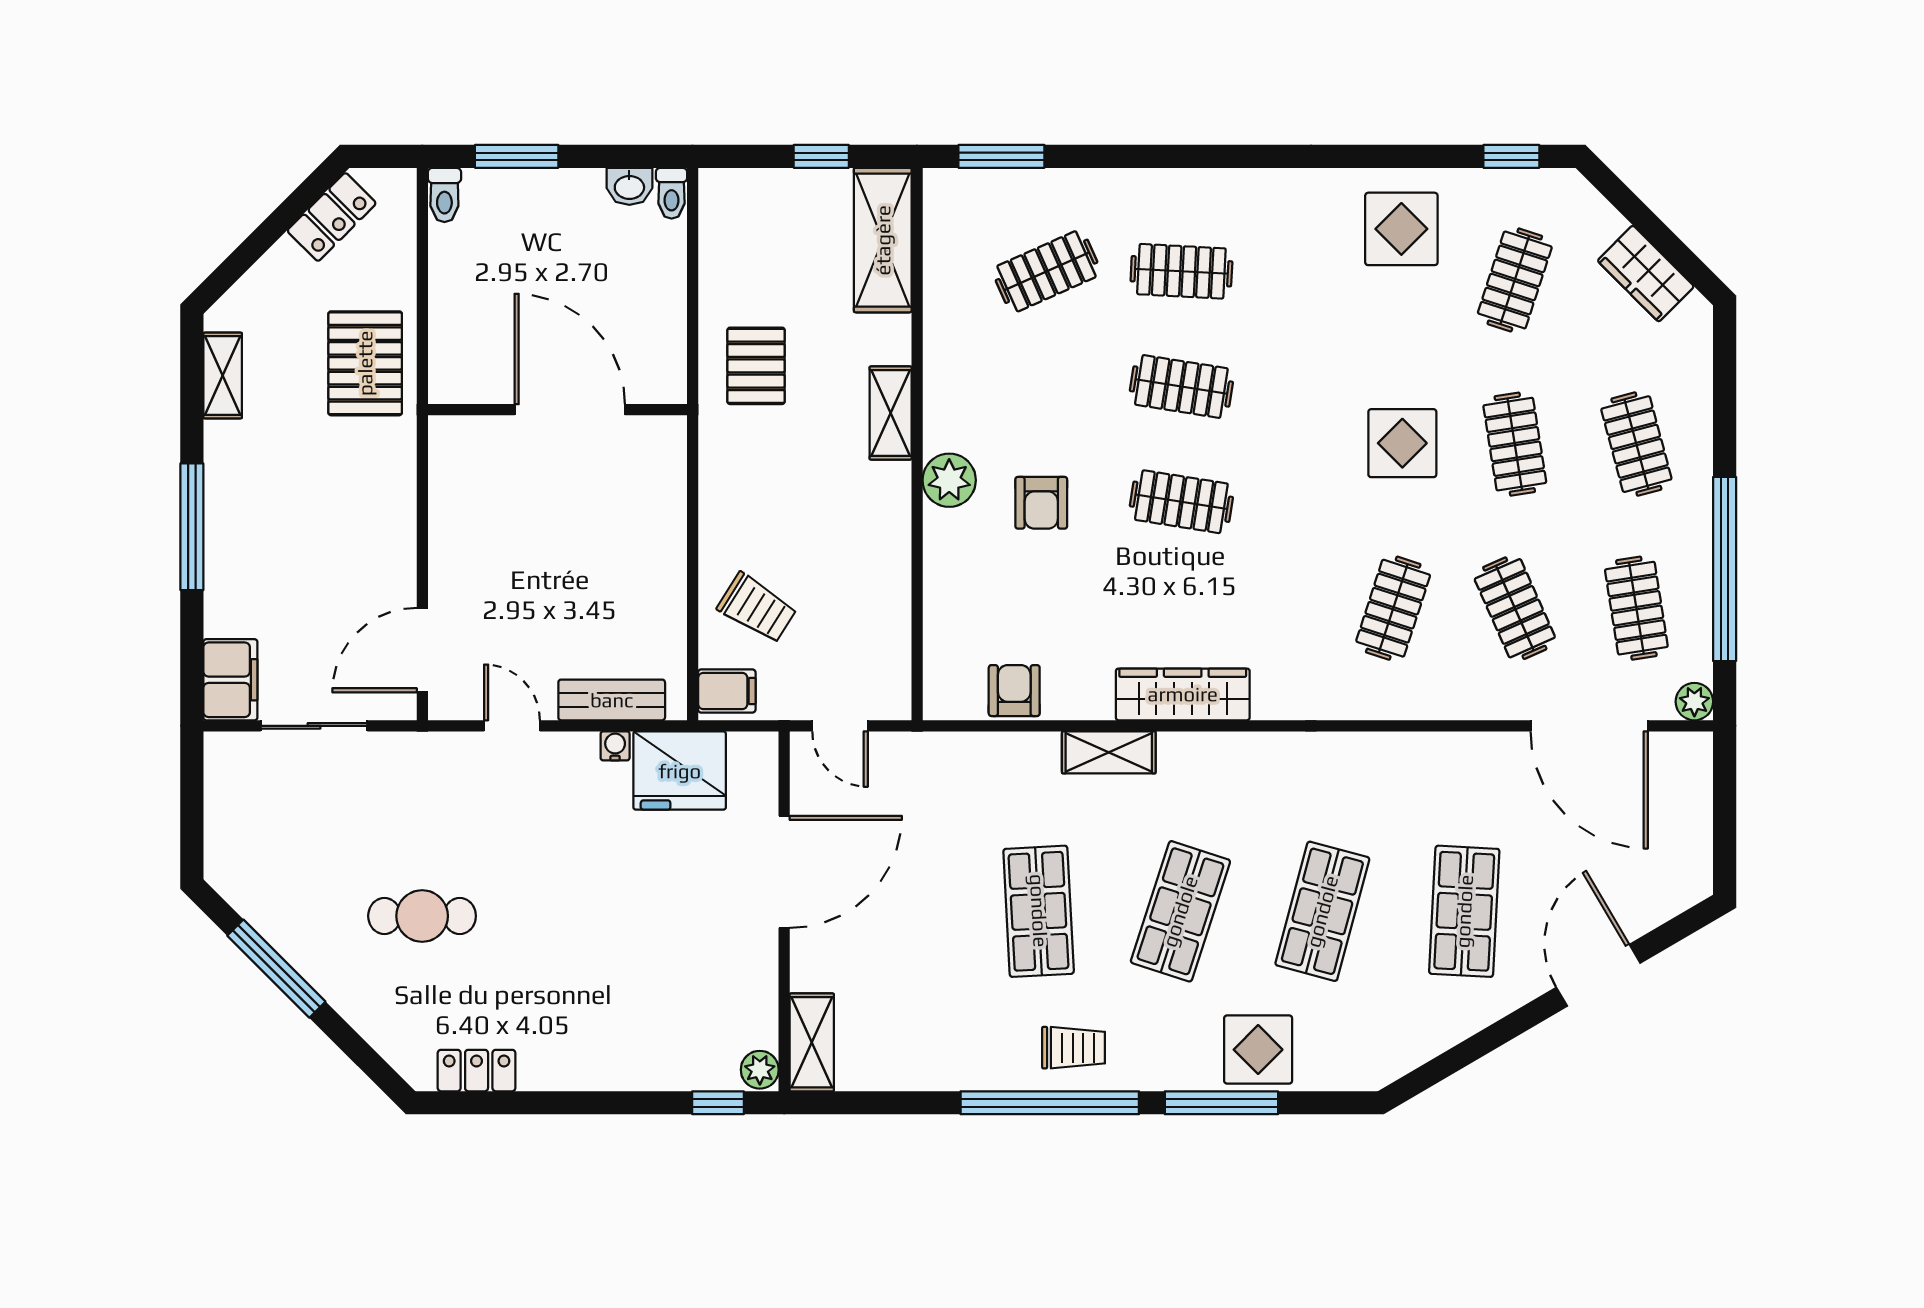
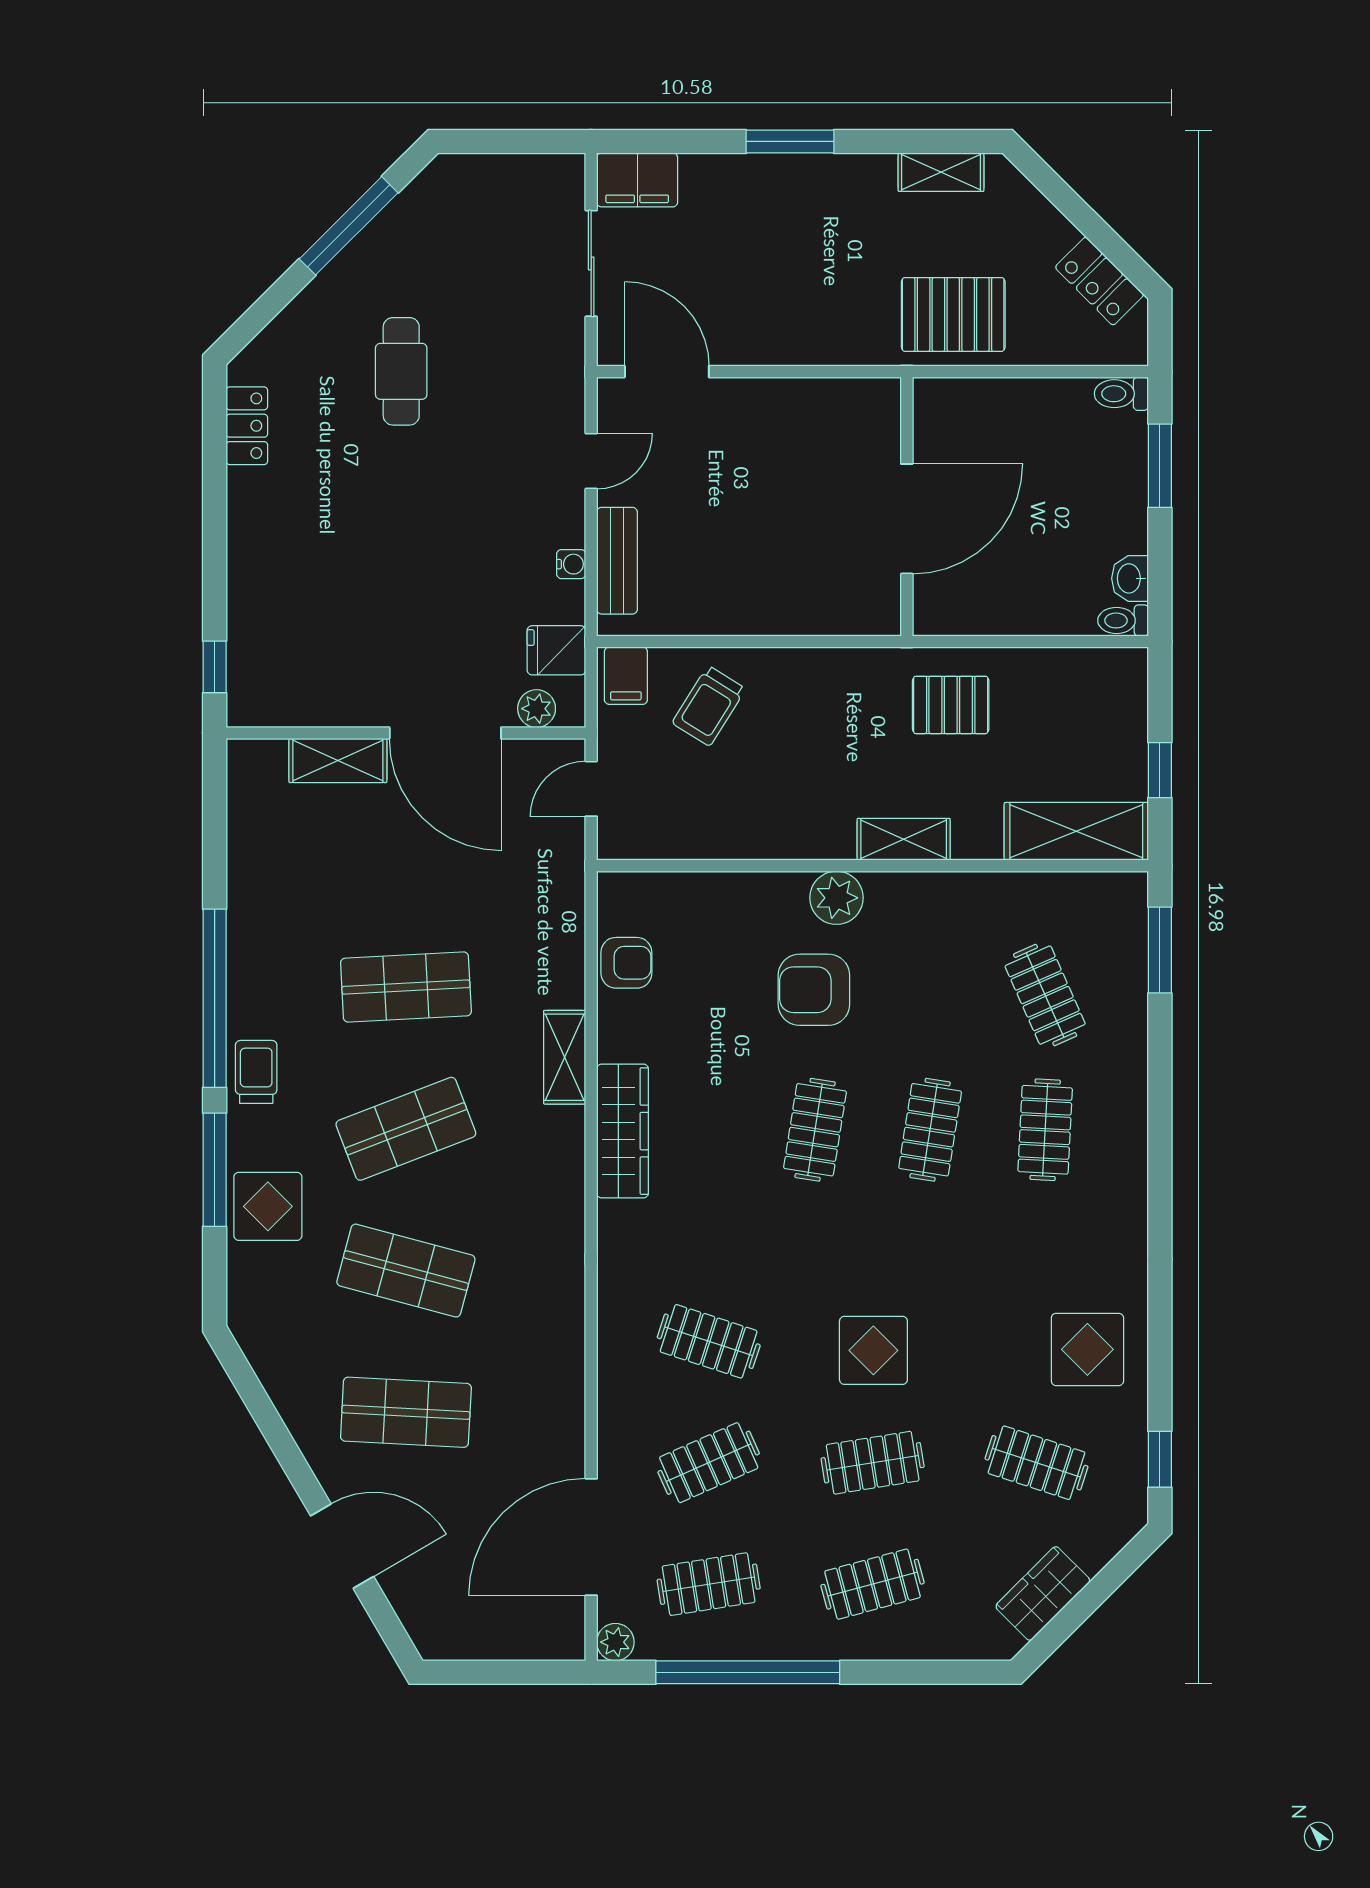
armchair: (1041, 503) -> (814, 990), width x1.38, depth x1.38
window: (192, 527) -> (790, 141), width x0.69
fridge: (680, 771) -> (556, 650), width x0.53, depth x0.75
shop shelf: (1180, 911) -> (406, 1129), turned -39
shelving: (812, 1042) -> (338, 761), moved
trolley: (1074, 1048) -> (256, 1072), moved, turned 180
plant: (760, 1070) -> (537, 709), moved

